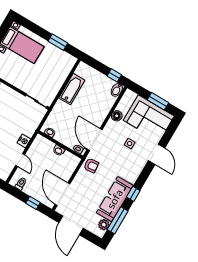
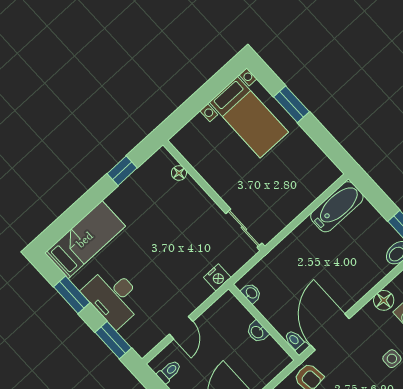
window: (58, 42) -> (292, 104), moved
bathtub: (72, 89) -> (337, 207), moved
nightstand: (24, 141) -> (217, 278), moved

